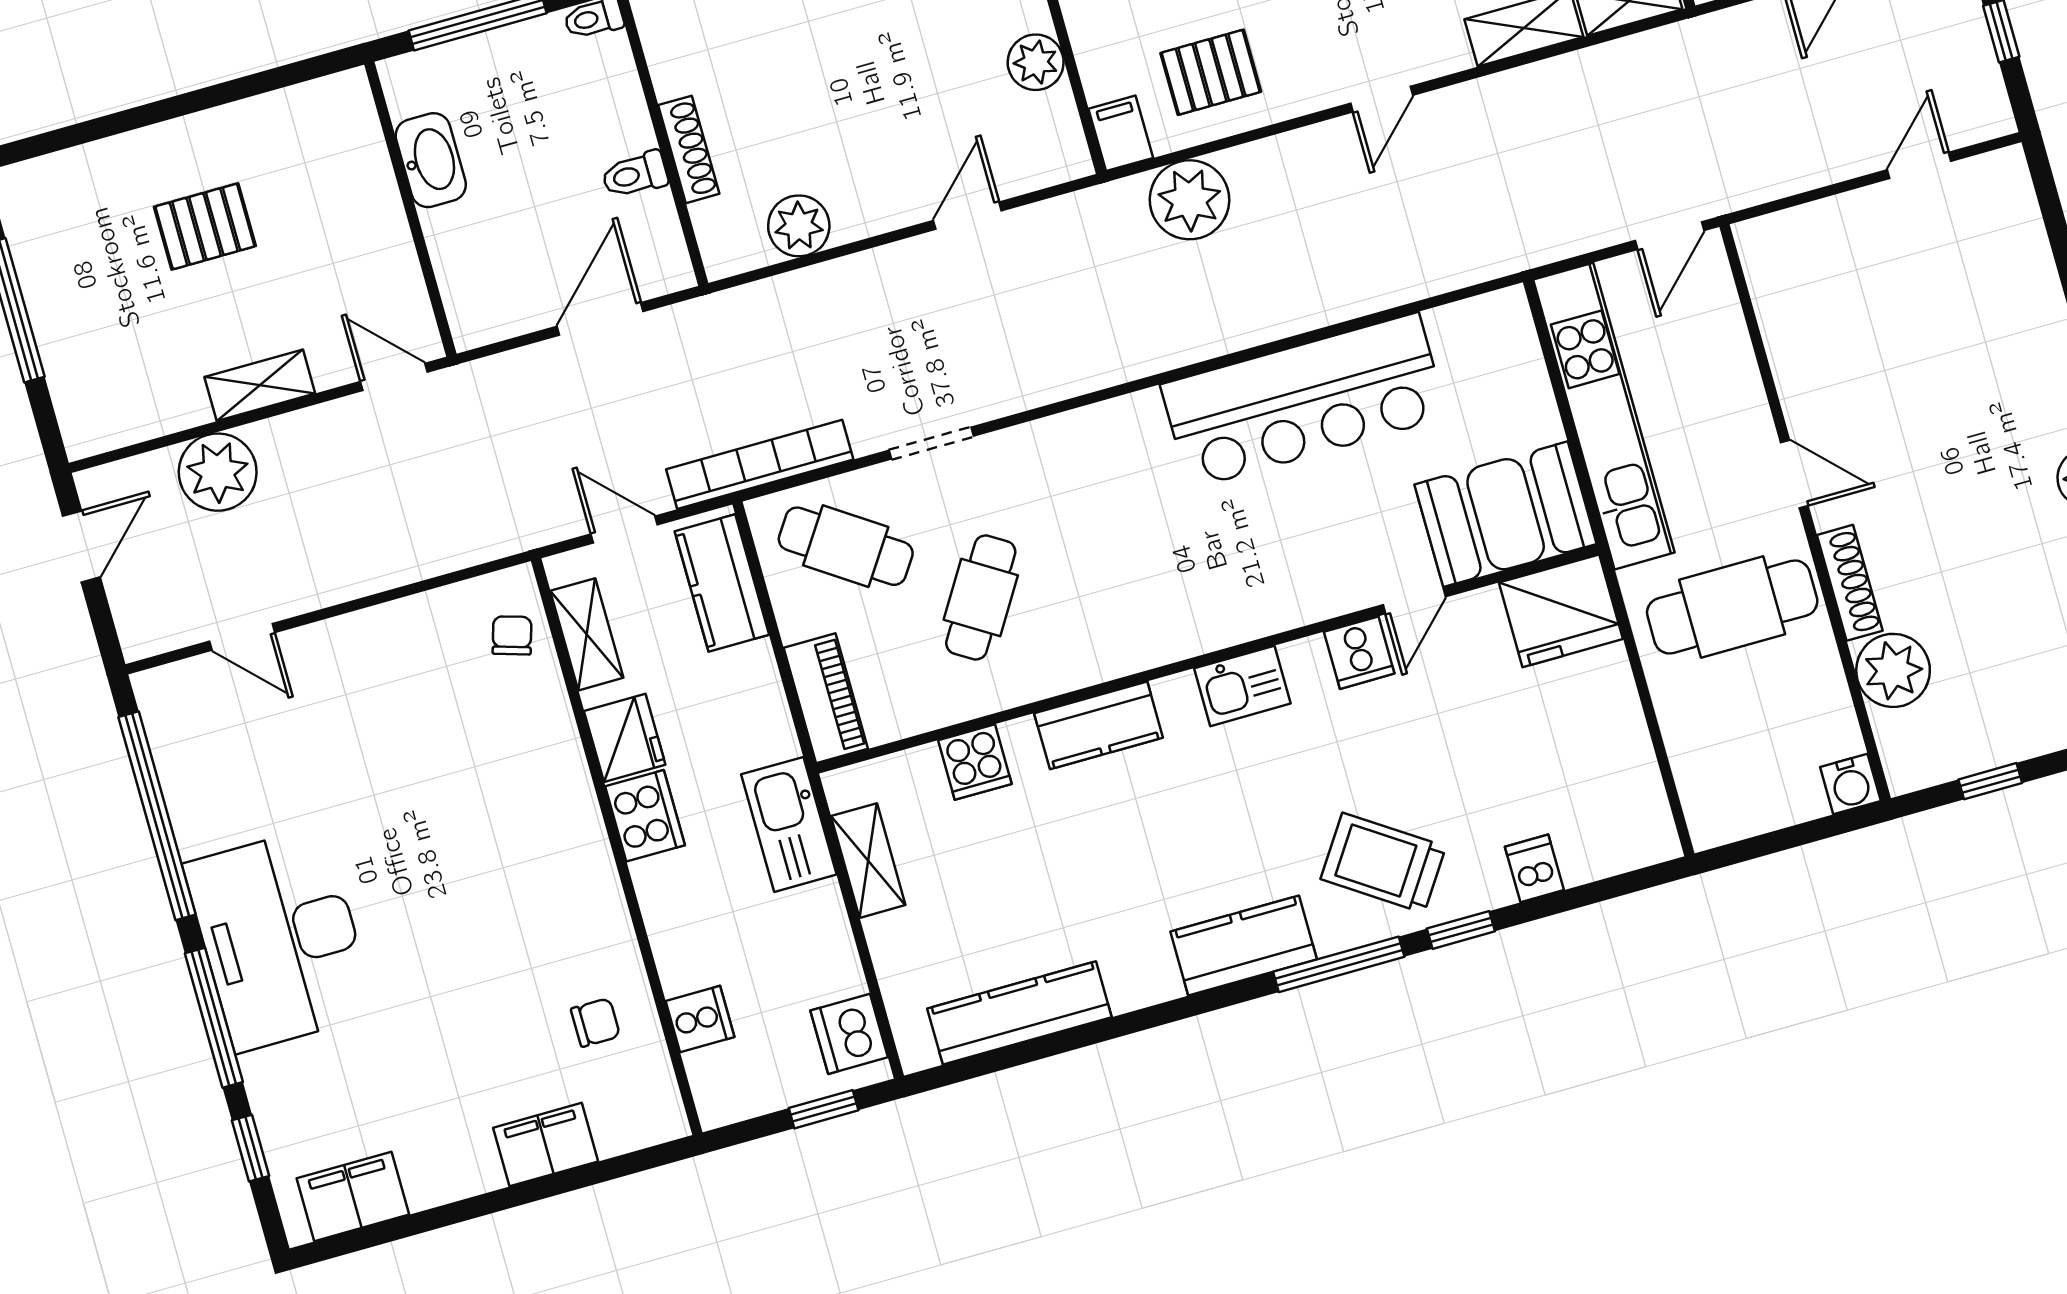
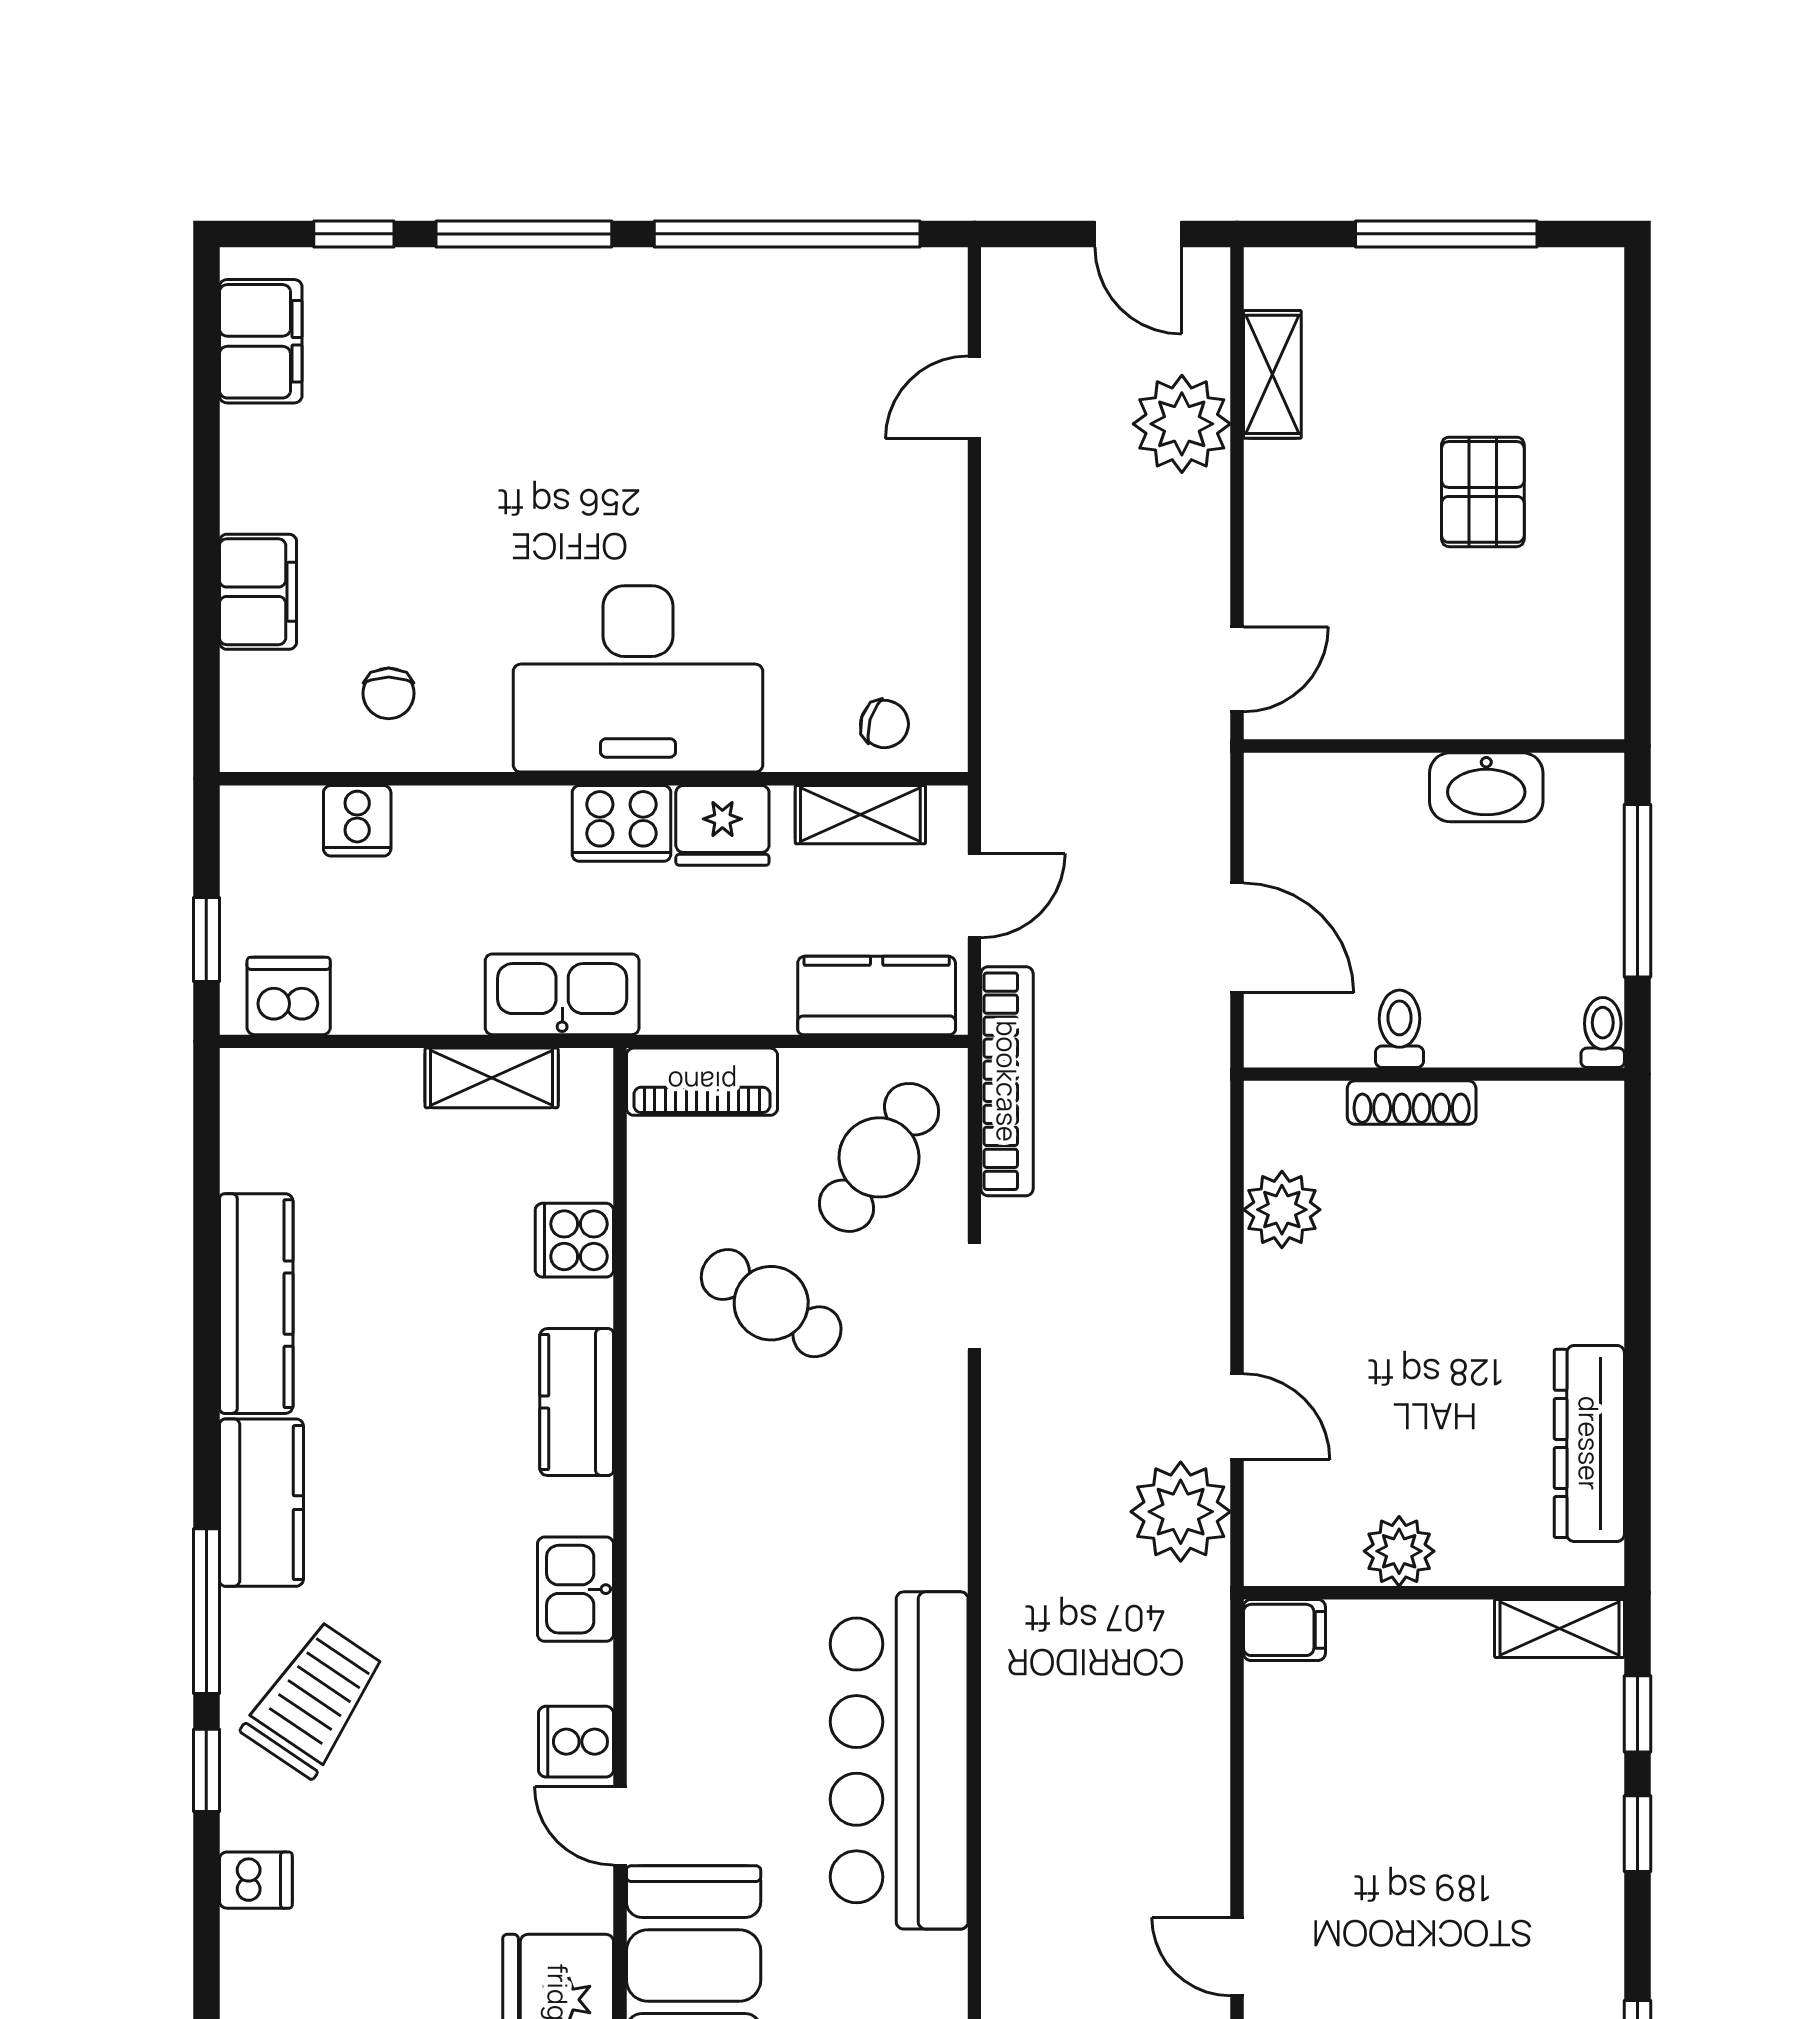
pallet: (1211, 72) -> (1328, 1759), removed
plant: (1190, 200) -> (1181, 1512), moved
shelving: (260, 385) -> (1272, 374), moved
desk: (280, 939) -> (638, 679), moved, turned 180
kitchen counter: (1019, 1013) -> (256, 1304), moved

